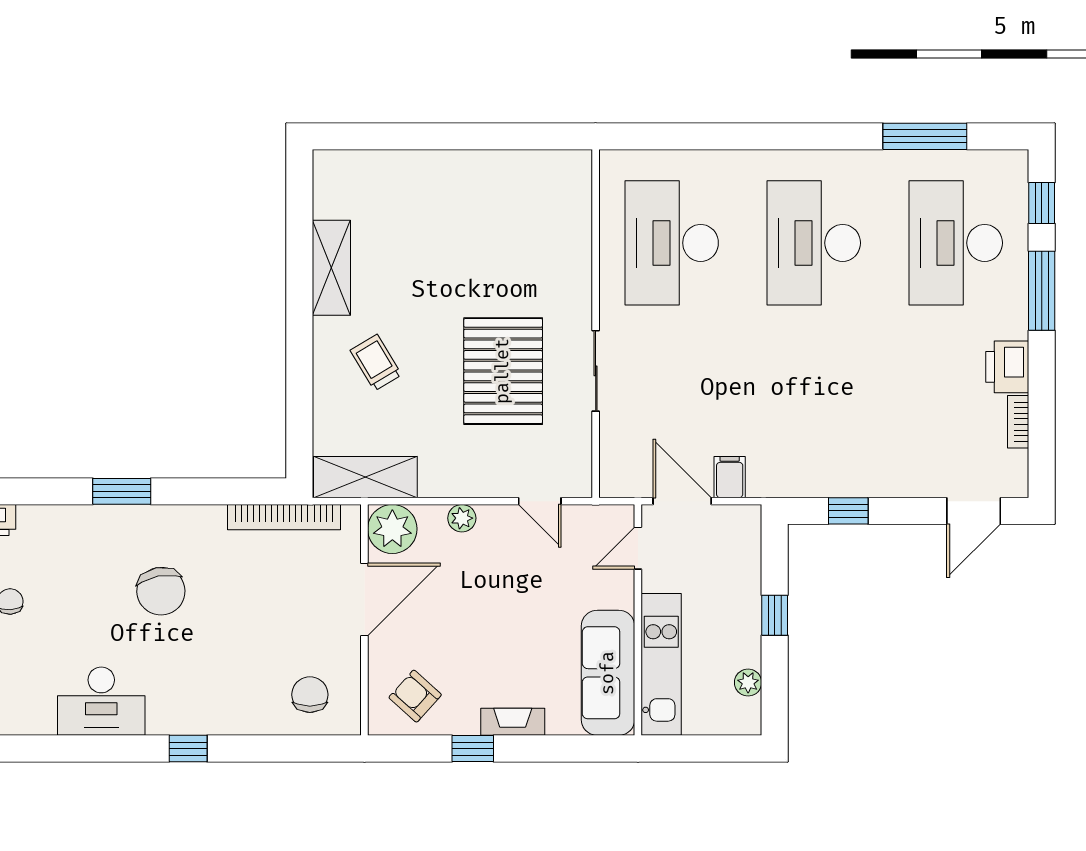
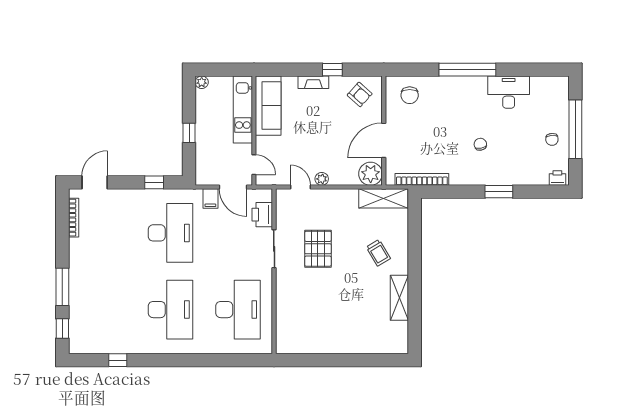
window: (925, 136) -> (118, 360), width x0.46
desk: (956, 243) -> (171, 233), moved
printer: (1007, 367) -> (262, 215), moved, turned 180
pallet: (503, 371) -> (318, 249), width x0.73, depth x0.71
bookcase: (1018, 422) -> (74, 218), width x1.56
plant: (462, 518) -> (322, 179), moved
door: (638, 548) -> (254, 165), hinge flipped
chair: (161, 591) -> (480, 144), width x0.54, depth x0.54
plant: (748, 683) -> (202, 82), moved
window: (188, 749) -> (467, 70), width x3.17

